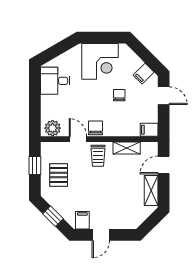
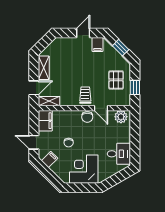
filing cabinet: (149, 130) -> (45, 121), width x2.00
shelving: (127, 148) -> (49, 101), moved

